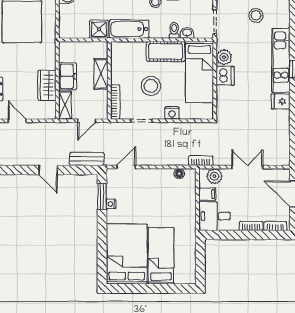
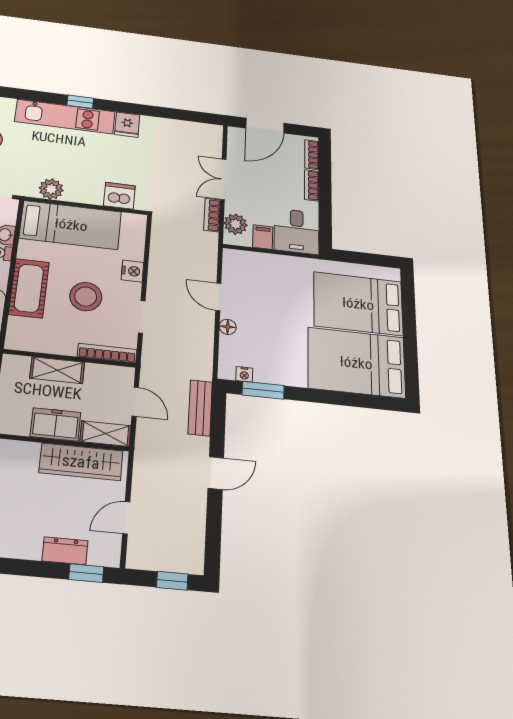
cot: (166, 51) -> (29, 288), moved
dishwasher: (225, 76) -> (119, 196), moved
wardrobe: (47, 85) -> (81, 462), width x1.50
bookcase: (201, 161) -> (212, 215), moved
door: (126, 167) -> (218, 297), moved
floor lamp: (179, 174) -> (228, 327), moved
nightstand: (111, 204) -> (244, 374), moved
bed: (161, 256) -> (358, 304), width x1.50

